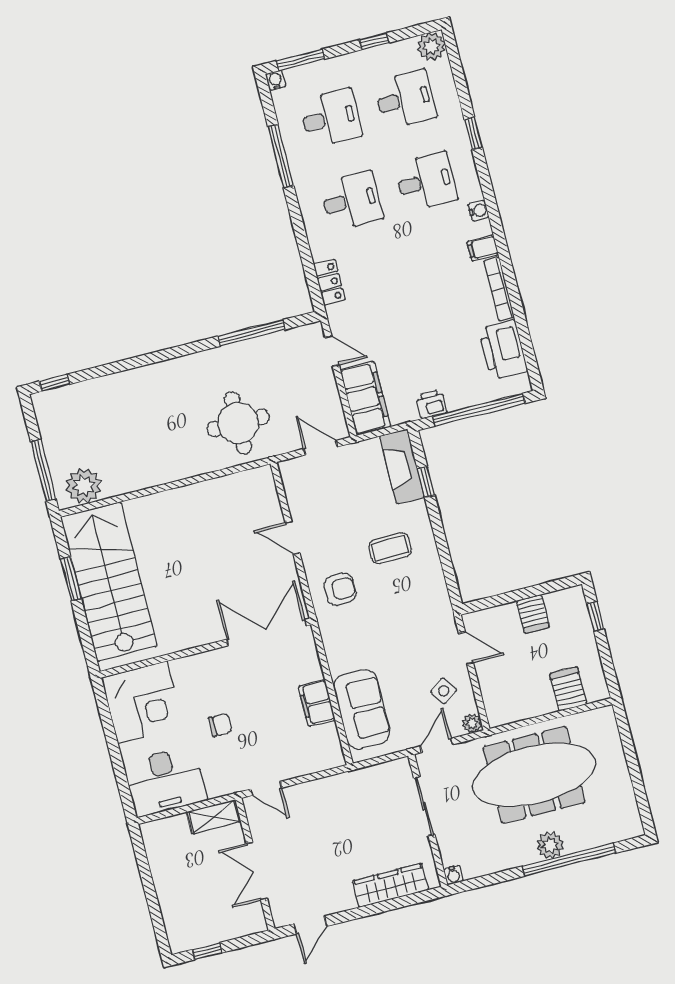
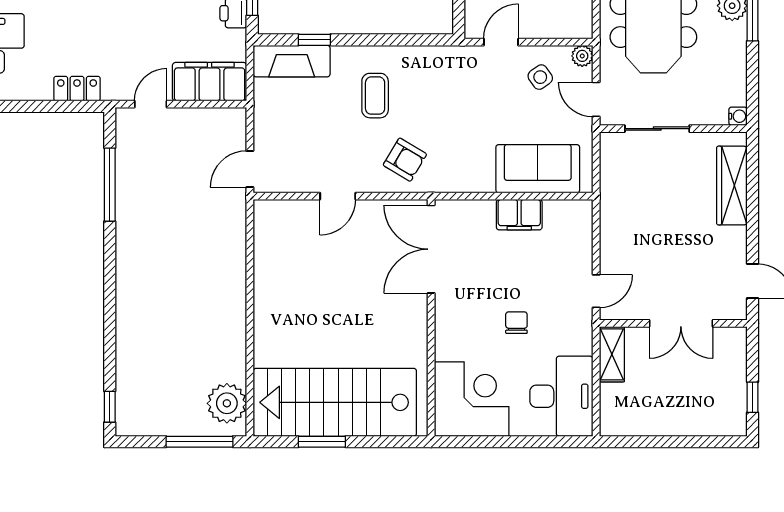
round table: (238, 423) -> (202, 223), removed
door: (321, 448) -> (250, 169), moved
armchair: (340, 589) -> (405, 160), turned 121

